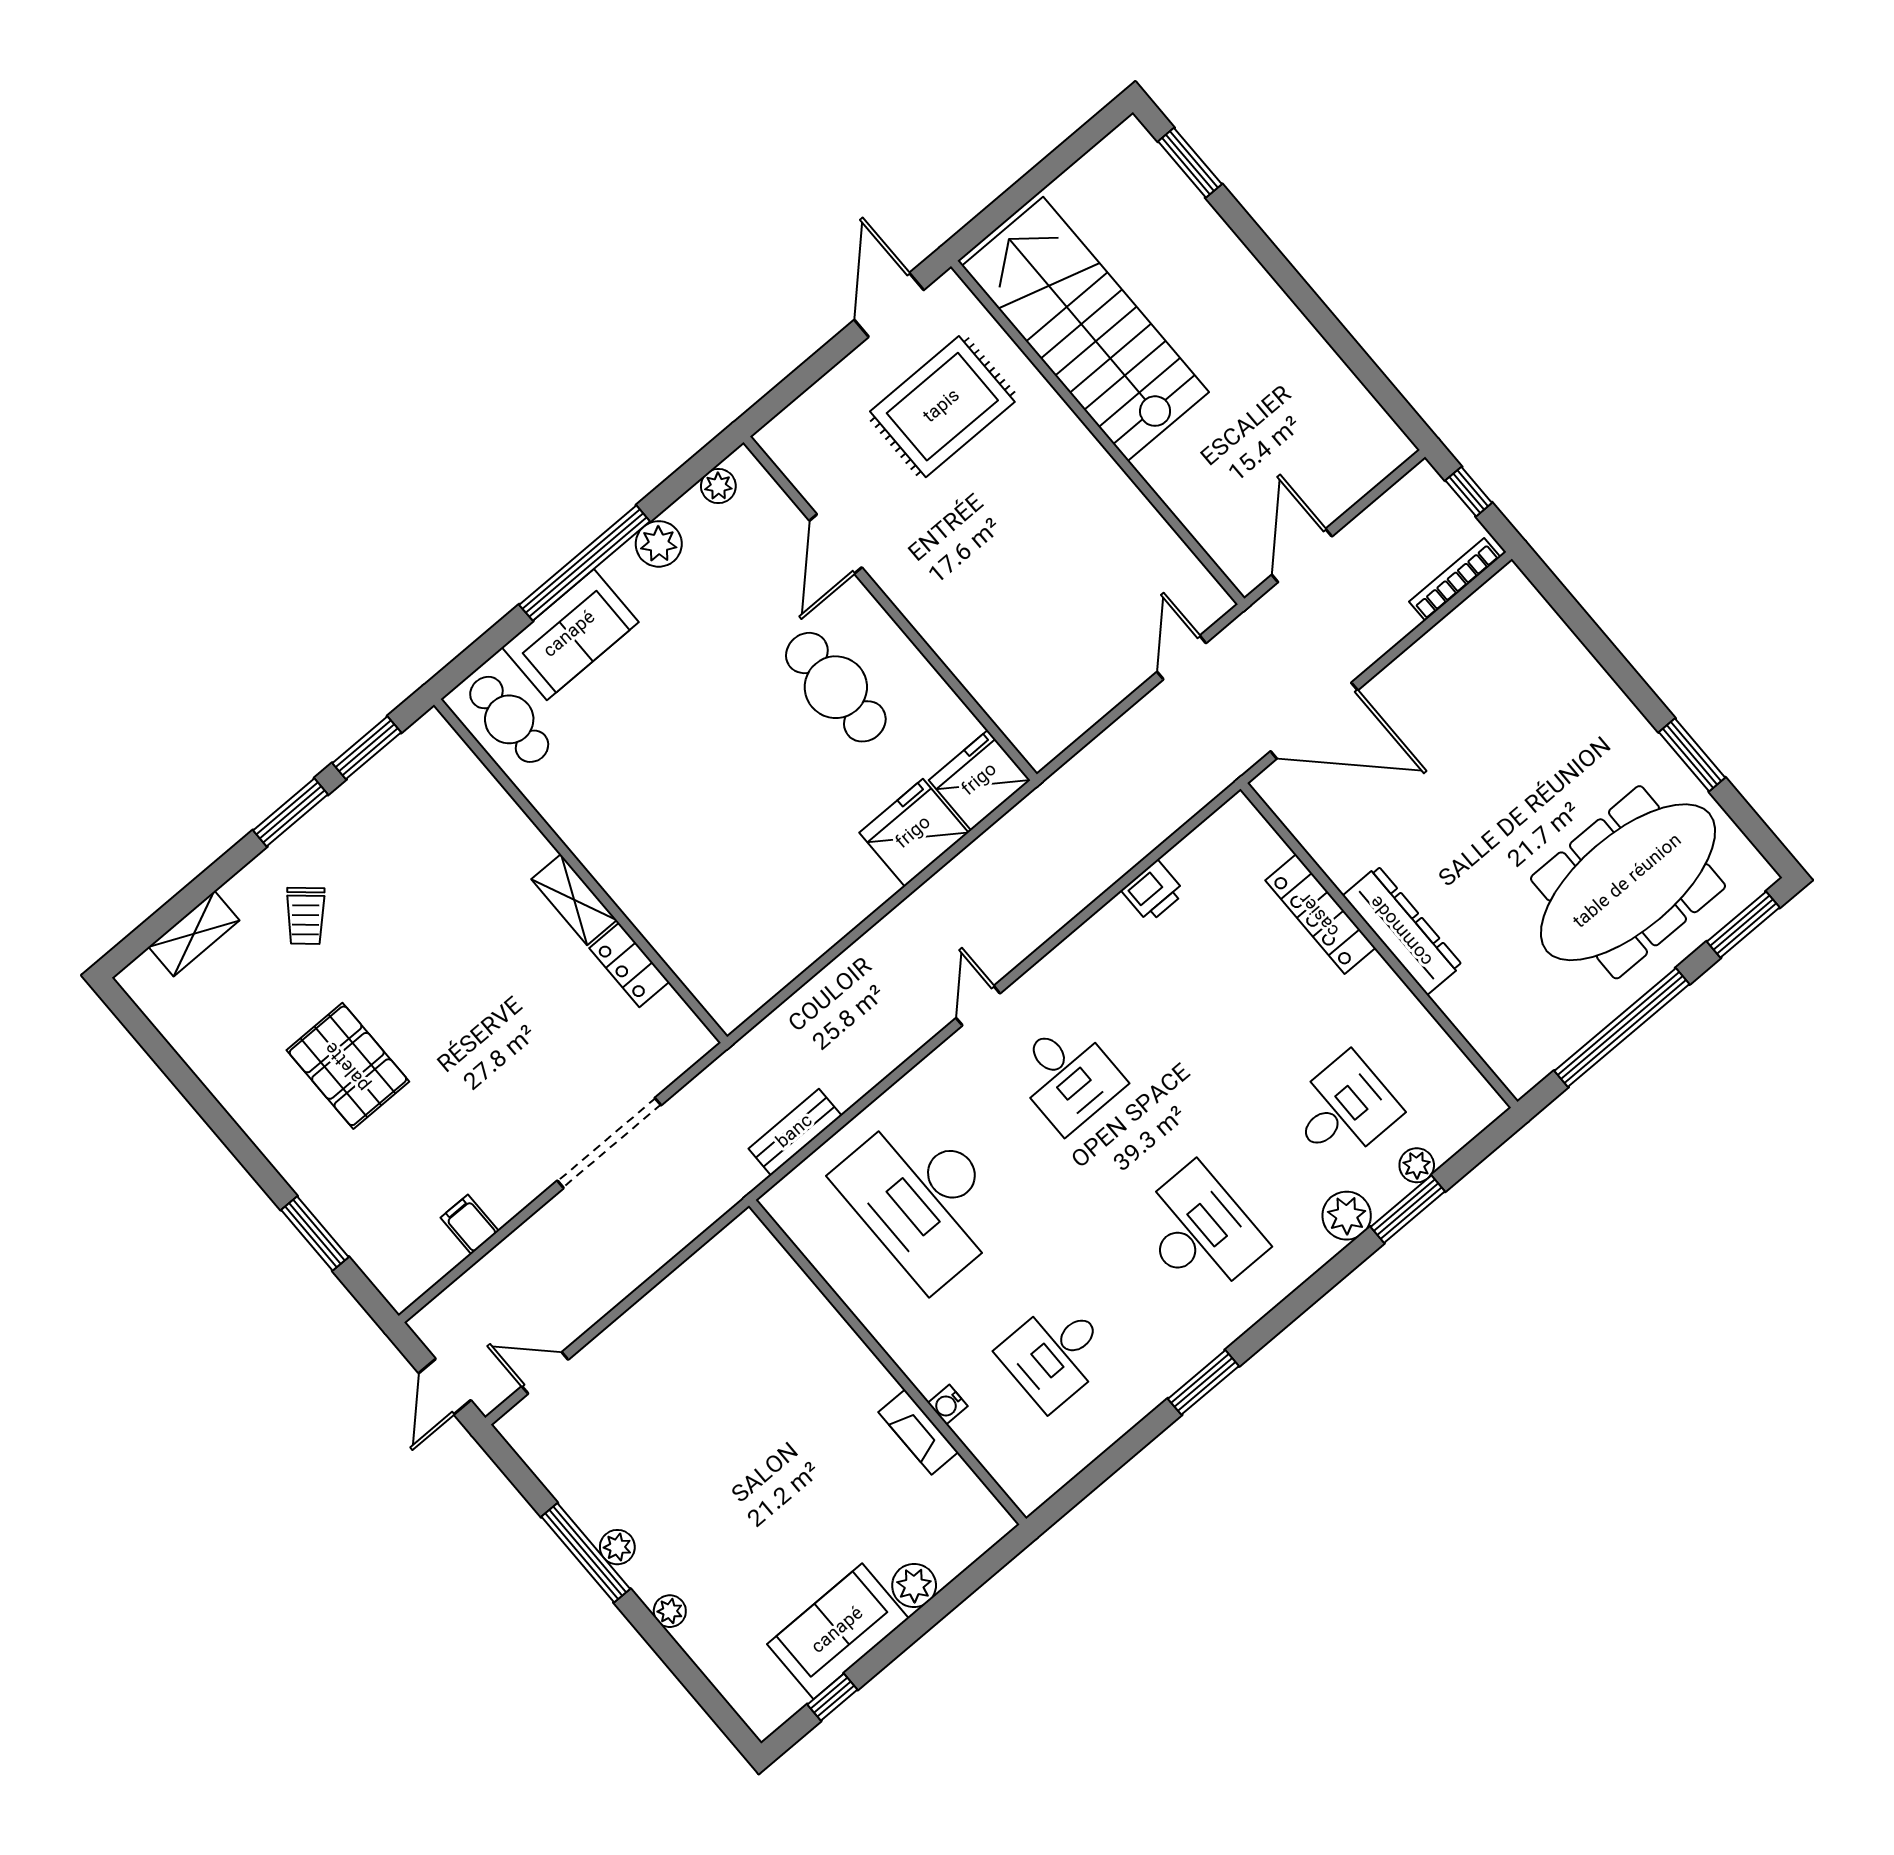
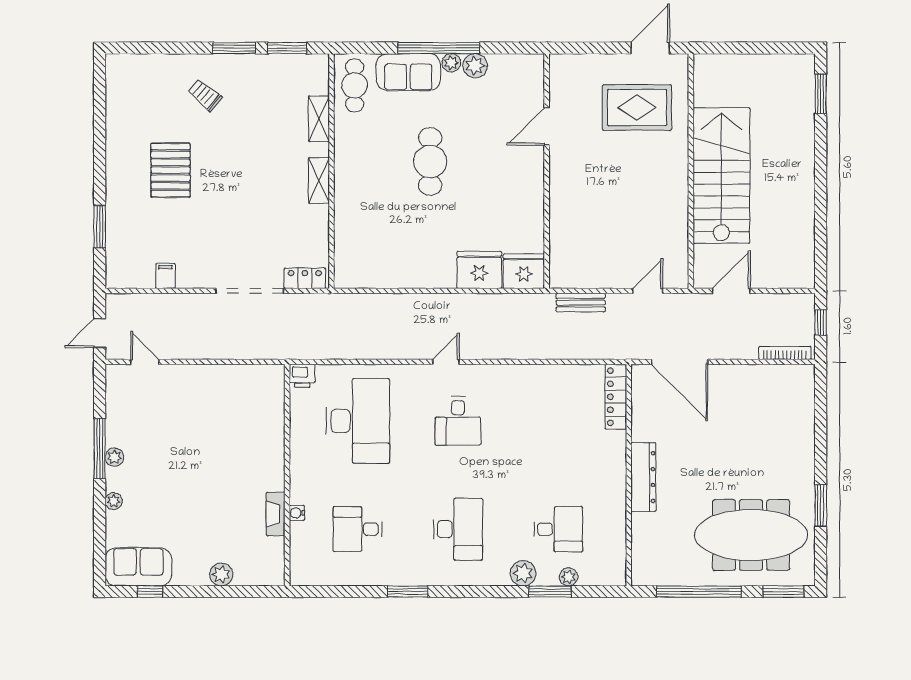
stairs: (1085, 329) -> (721, 176), moved
plant: (718, 486) -> (451, 63), moved
cafe table: (836, 687) -> (430, 161), moved
printer: (1153, 891) -> (302, 376), moved
locker: (1320, 914) -> (616, 397), moved
trolley: (306, 916) -> (205, 95), turned 89
shelving: (194, 934) -> (319, 119), moved, turned 90
locker: (629, 965) -> (305, 278), moved, turned 90
bench: (795, 1132) -> (581, 303), moved
desk: (923, 1198) -> (358, 421), turned 180
sofa: (838, 1631) -> (138, 567), moved

